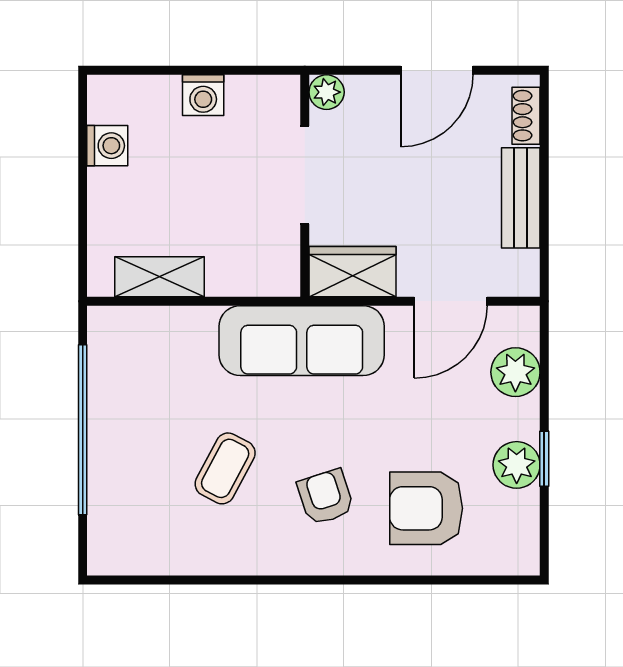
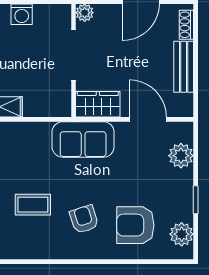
door: (451, 301) -> (148, 119), swing flipped
sofa: (302, 341) -> (83, 139), width x0.73
plant: (517, 465) -> (182, 234), moved
coffee table: (225, 468) -> (33, 205), turned 62

